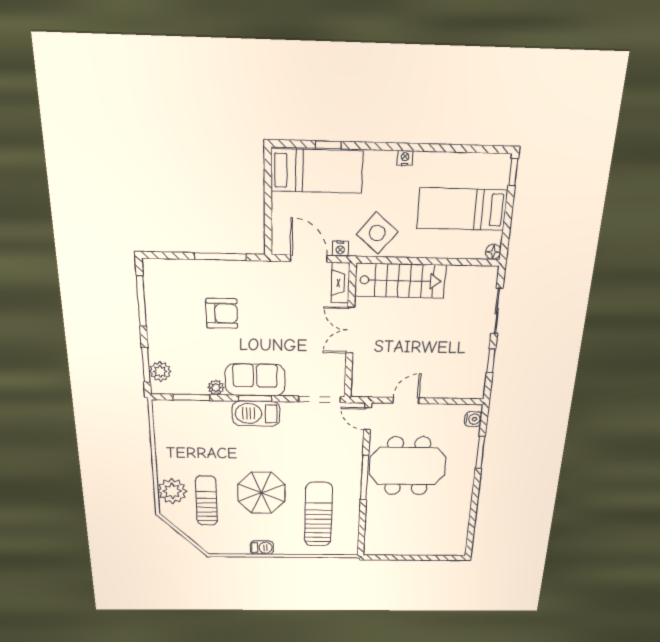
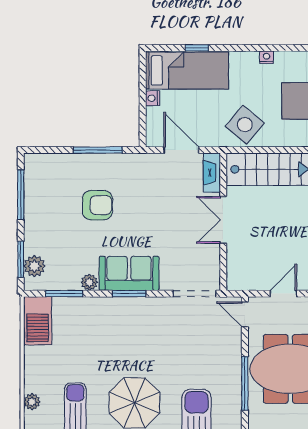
nightstand: (340, 249) -> (153, 98), moved, turned 90
barbecue: (256, 414) -> (38, 321), moved, turned -90
plant: (172, 491) -> (32, 402), width x0.53, depth x0.53

